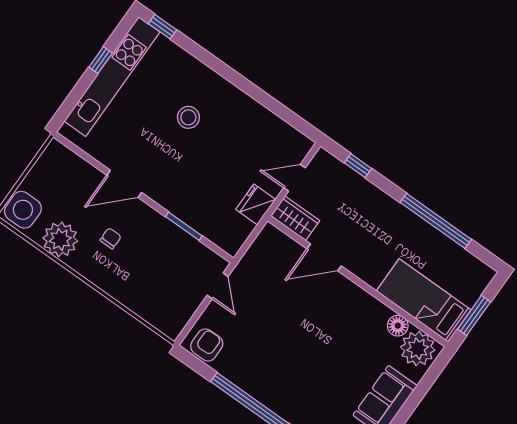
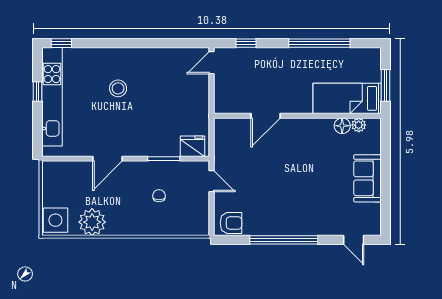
door: (294, 178) -> (212, 63), moved
fridge: (256, 204) -> (192, 146), moved, turned 90
wardrobe: (295, 218) -> (230, 104), removed
chair: (111, 238) -> (159, 196), moved
armchair: (207, 345) -> (231, 223), turned 90
plant: (418, 349) -> (359, 125), width x0.53, depth x0.53

